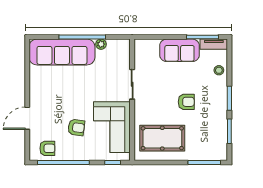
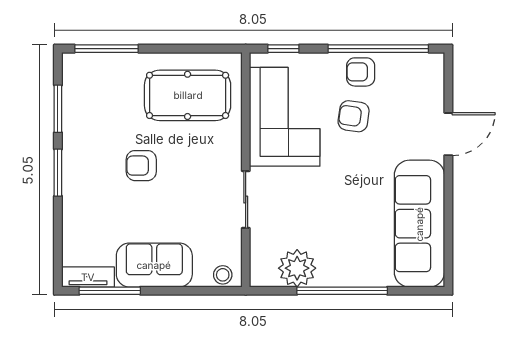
plant: (101, 44) -> (297, 268), width x1.88, depth x1.88
sofa: (62, 52) -> (419, 224), moved, turned -90
stool: (219, 70) -> (223, 275), moved
armchair: (47, 148) -> (361, 72), moved

